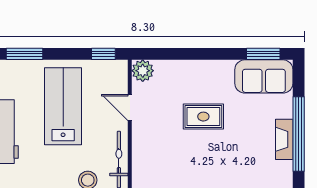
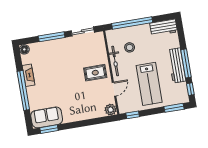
door: (130, 108) -> (114, 89), hinge flipped
rug: (203, 117) -> (95, 73), moved
fireplace: (284, 139) -> (29, 75), moved

